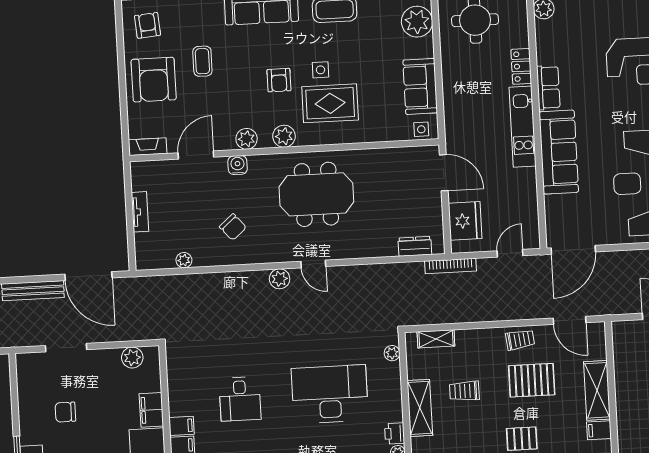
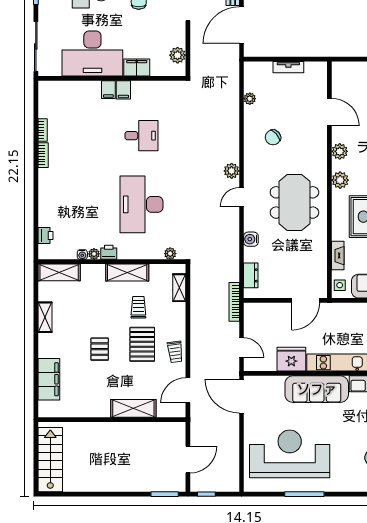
fireplace: (148, 147) -> (338, 256), moved
water cooler: (238, 165) -> (251, 239), moved, turned 180
fridge: (465, 221) -> (291, 359), moved, turned 180
pallet: (532, 380) -> (142, 344), moved
desk: (330, 394) -> (141, 204), turned 180
desk: (240, 399) -> (141, 136), turned 180
filing cabinet: (599, 430) -> (103, 408), removed

